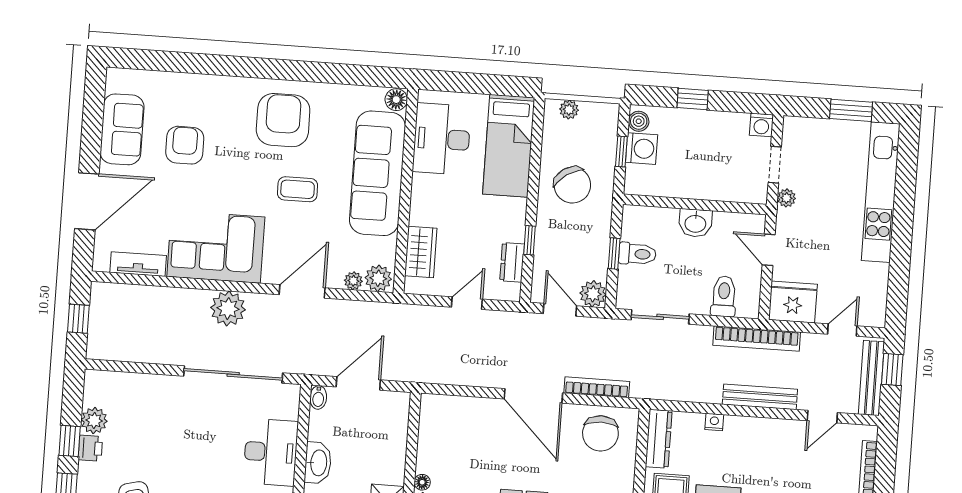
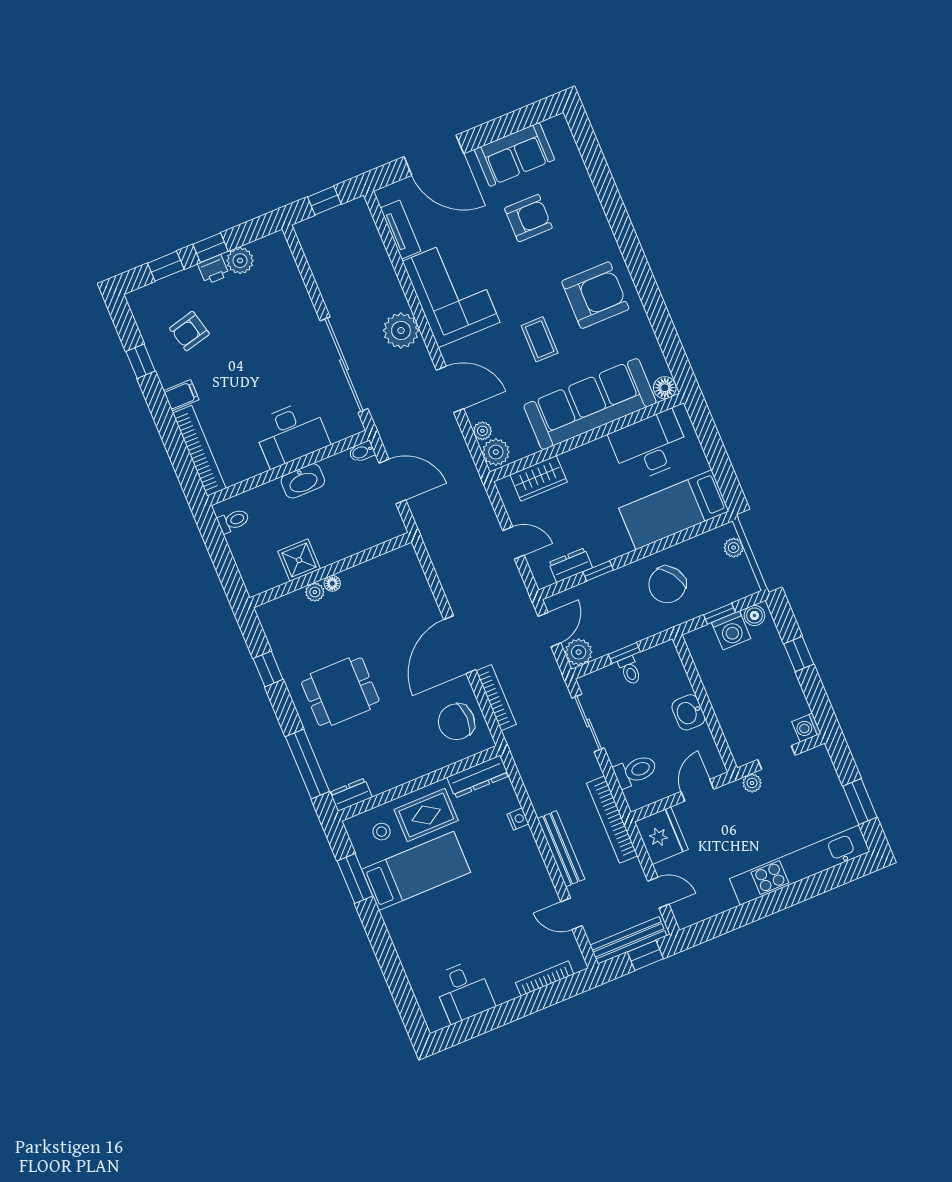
toilet: (637, 254) -> (630, 671), width x0.73, depth x0.72

